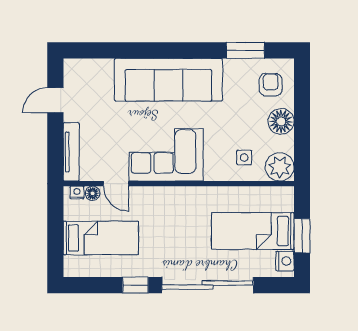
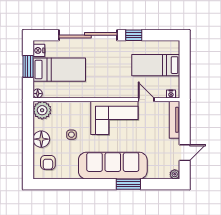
window: (245, 50) -> (128, 184), moved
plant: (71, 66) -> (175, 174), added
side table: (244, 158) -> (71, 135), moved
floor lamp: (93, 193) -> (38, 94), moved

